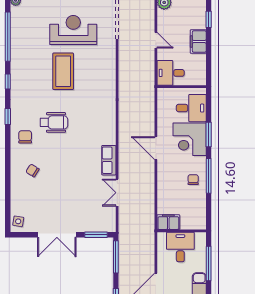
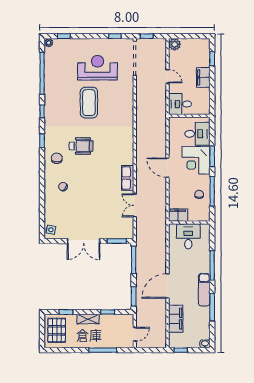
filing cabinet: (168, 222) -> (178, 215), moved
wall: (182, 231) -> (189, 223), moved
desk: (180, 247) -> (188, 236), moved

